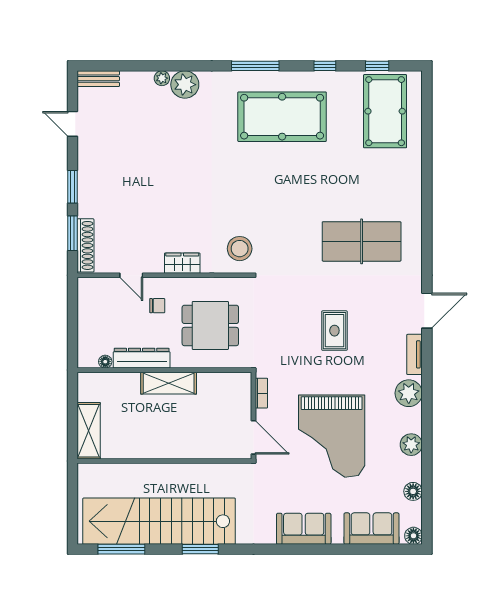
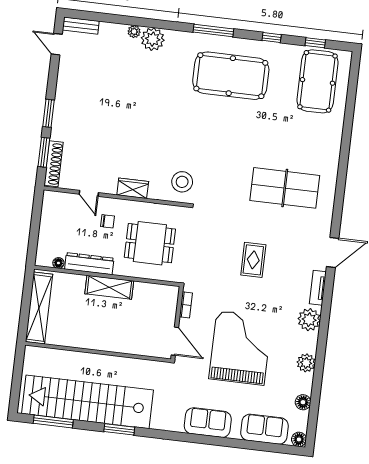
door: (73, 124) -> (57, 44), moved
shelving: (89, 431) -> (39, 308), width x1.47
grand piano: (332, 436) -> (240, 348), turned 180

